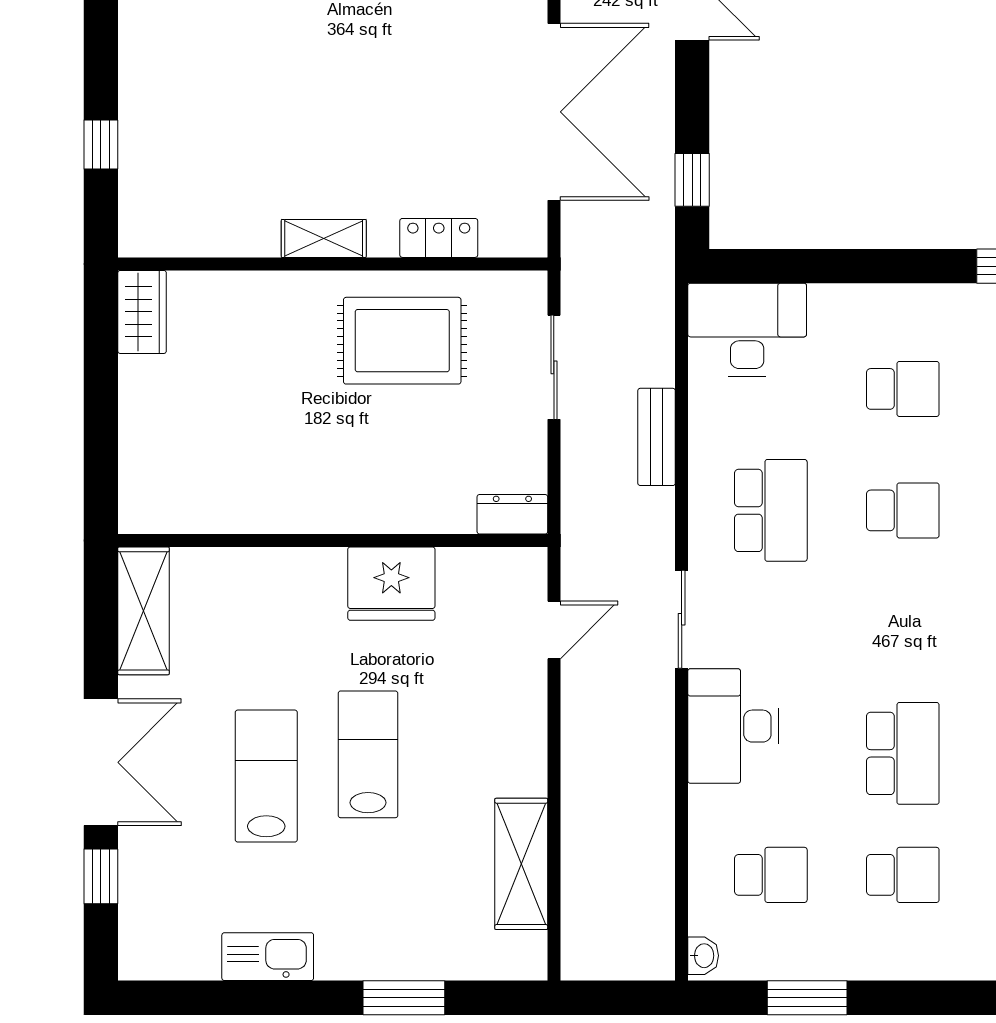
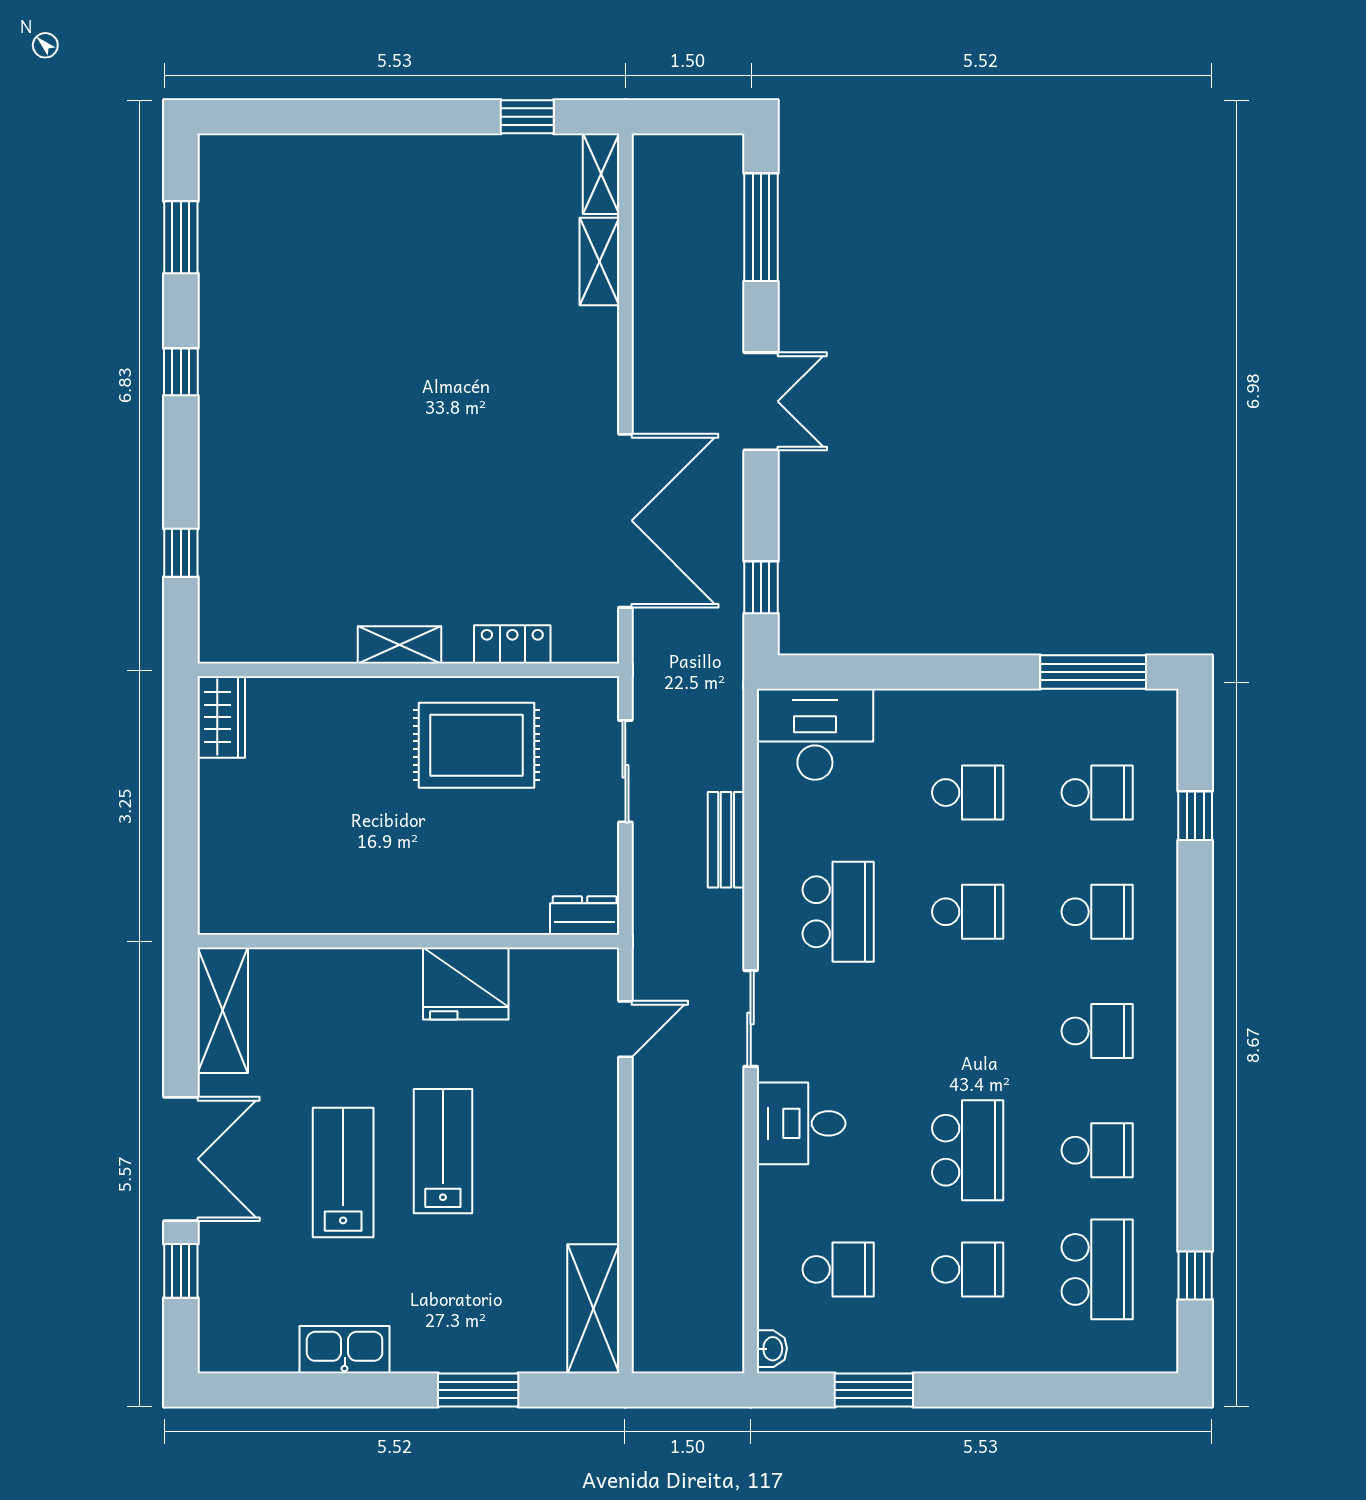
desk: (733, 726) -> (801, 1123), width x0.73
shelving: (521, 864) -> (593, 1309), moved

